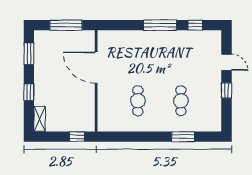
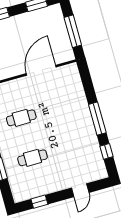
window: (227, 91) -> (39, 202), moved

